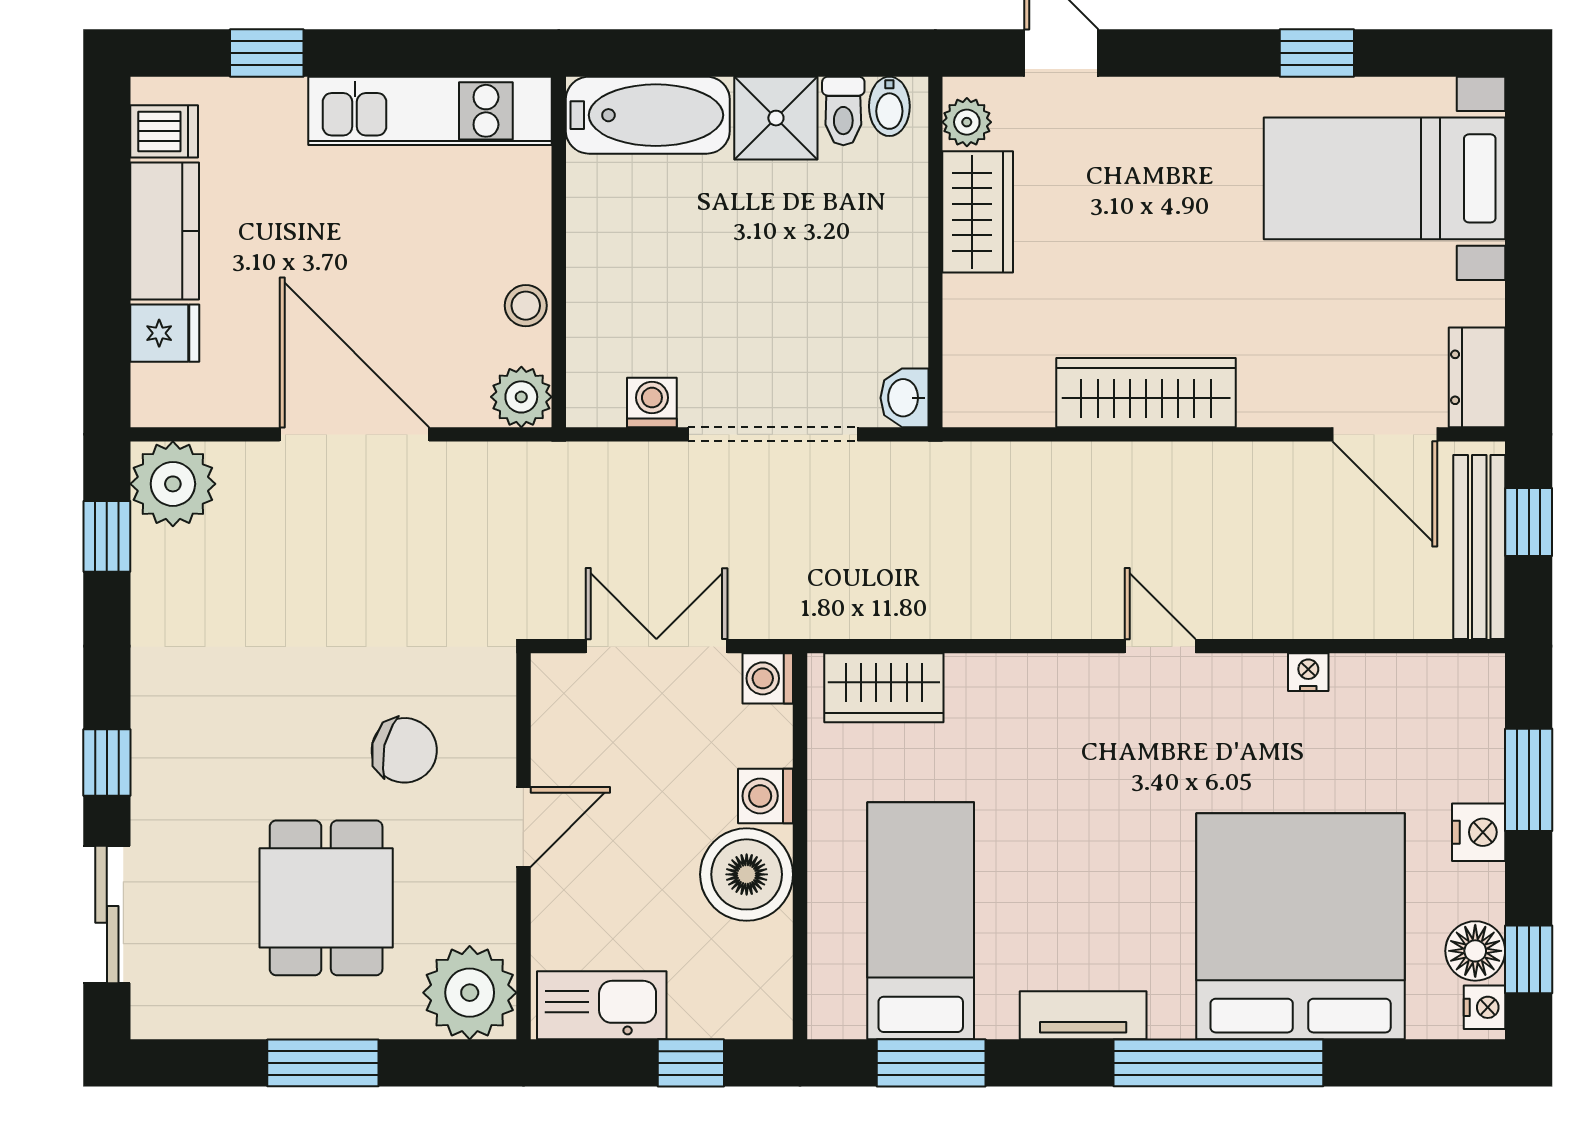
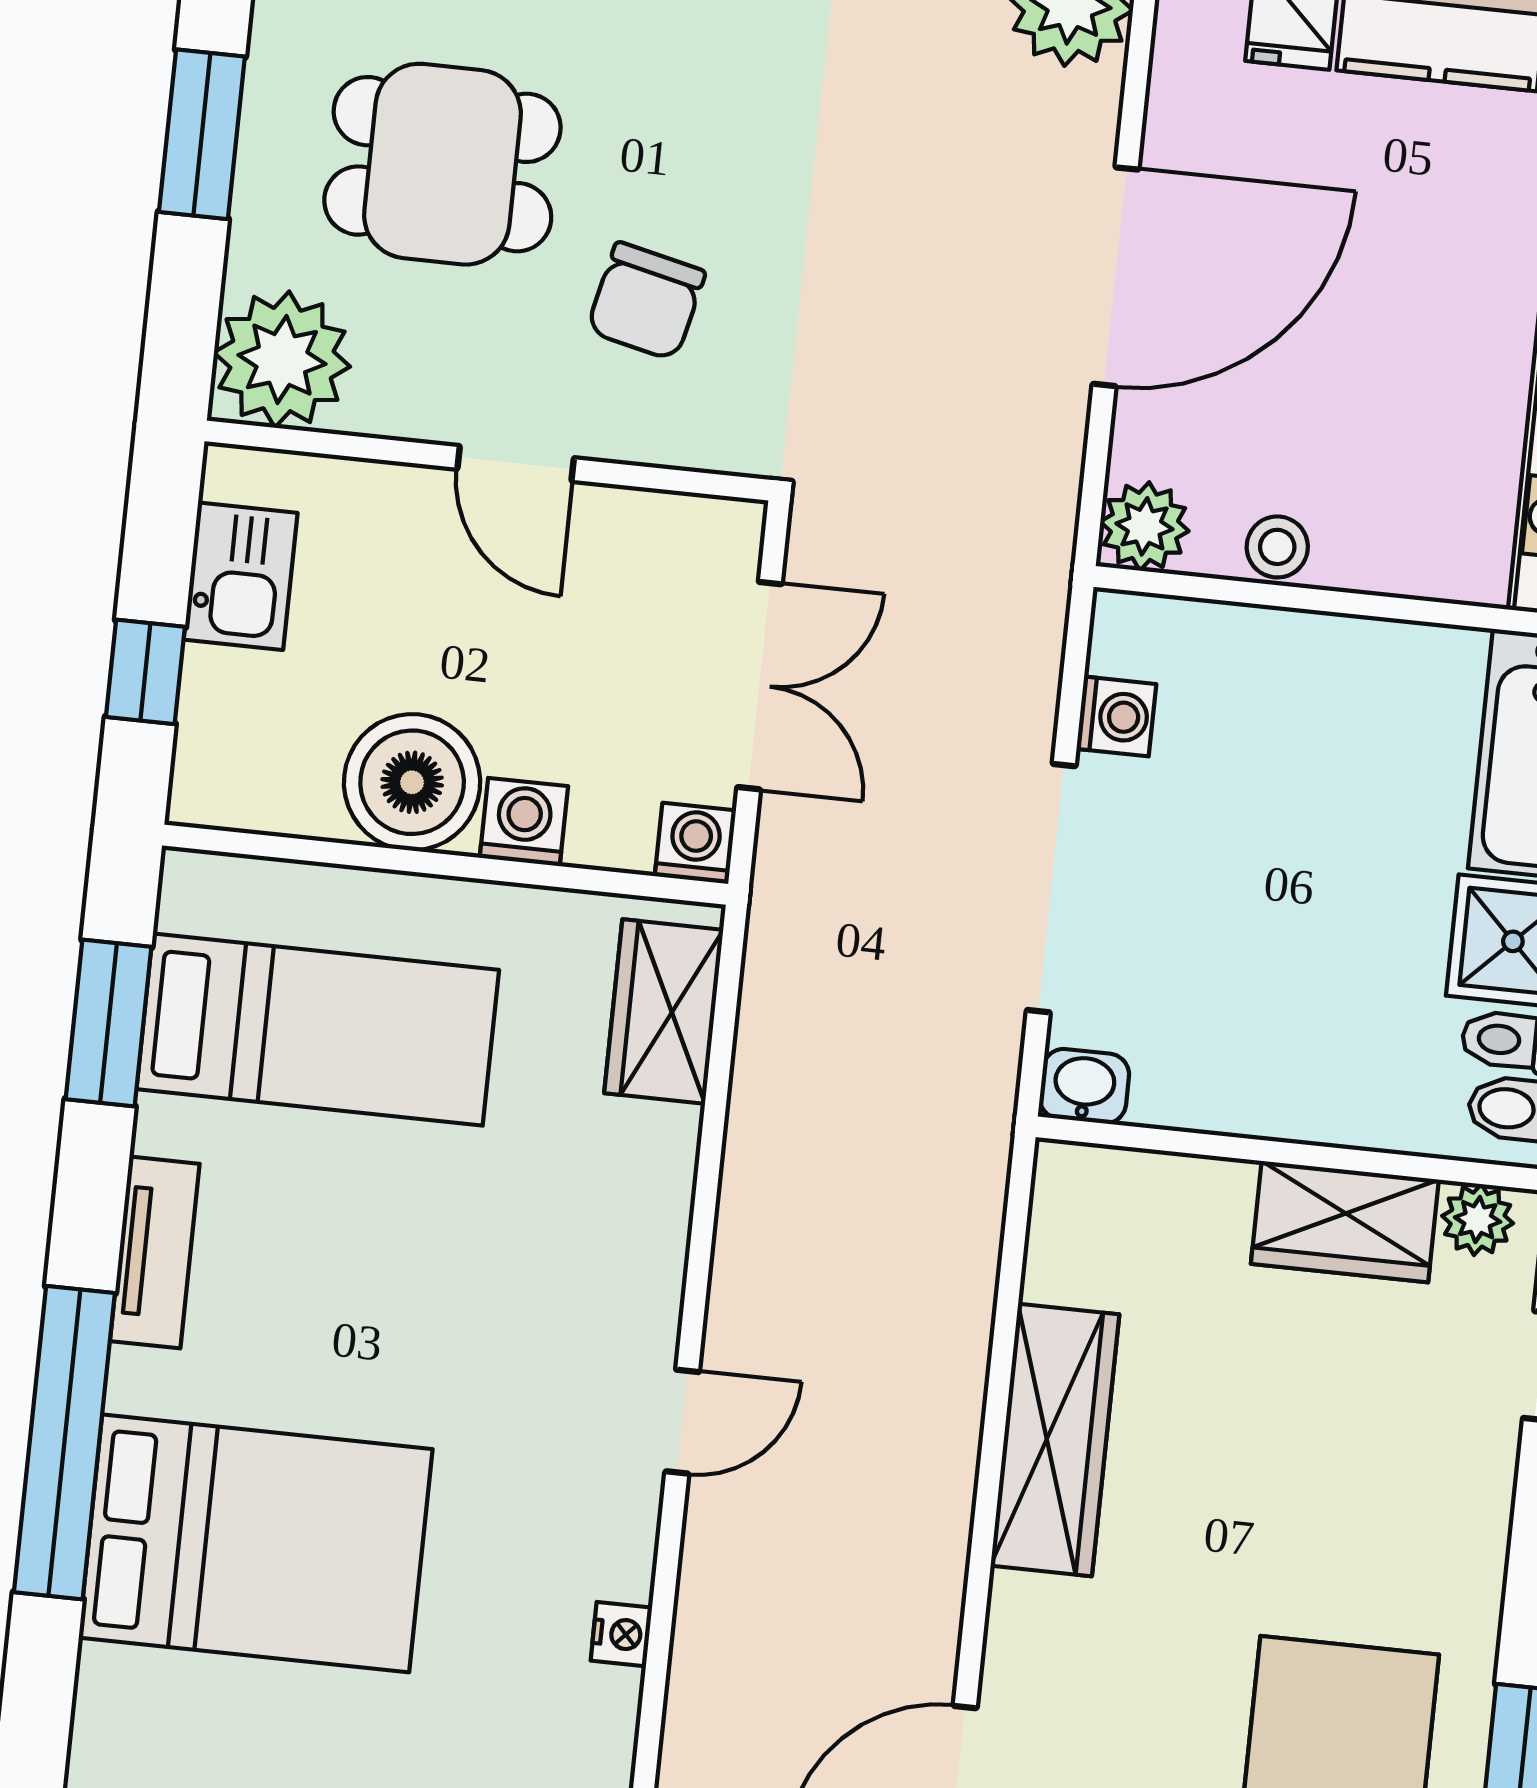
bed: (1301, 926) -> (256, 1543), width x0.73
kitchen sink: (602, 1005) -> (241, 576), width x0.73

